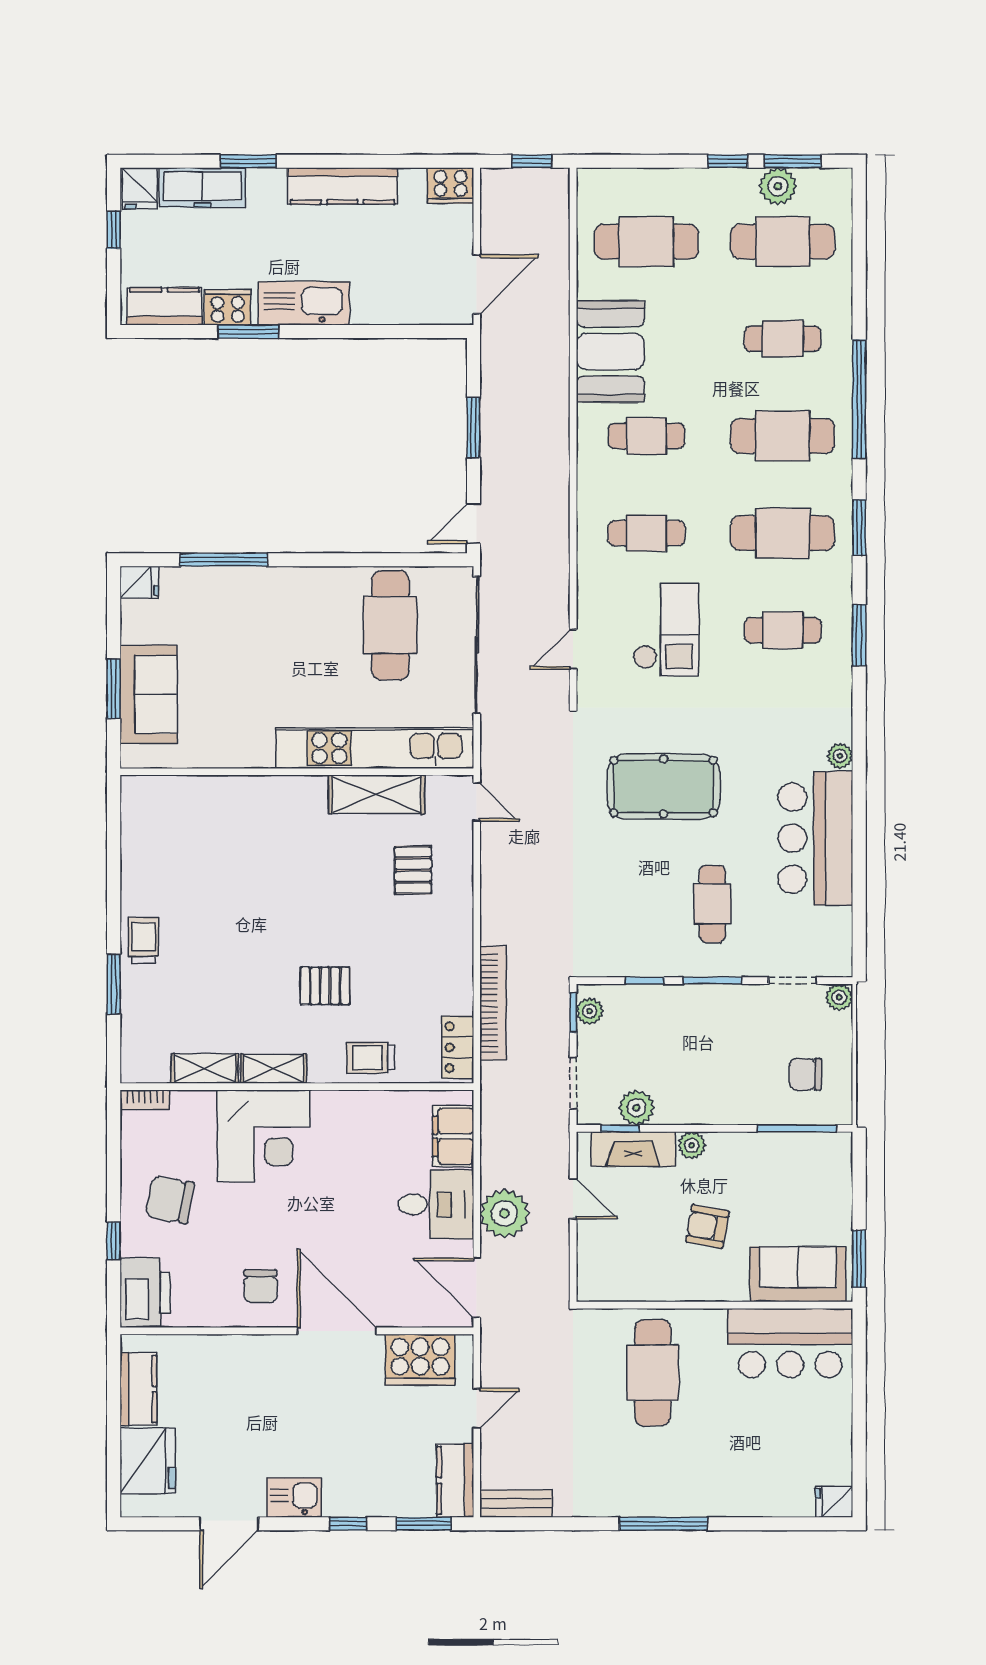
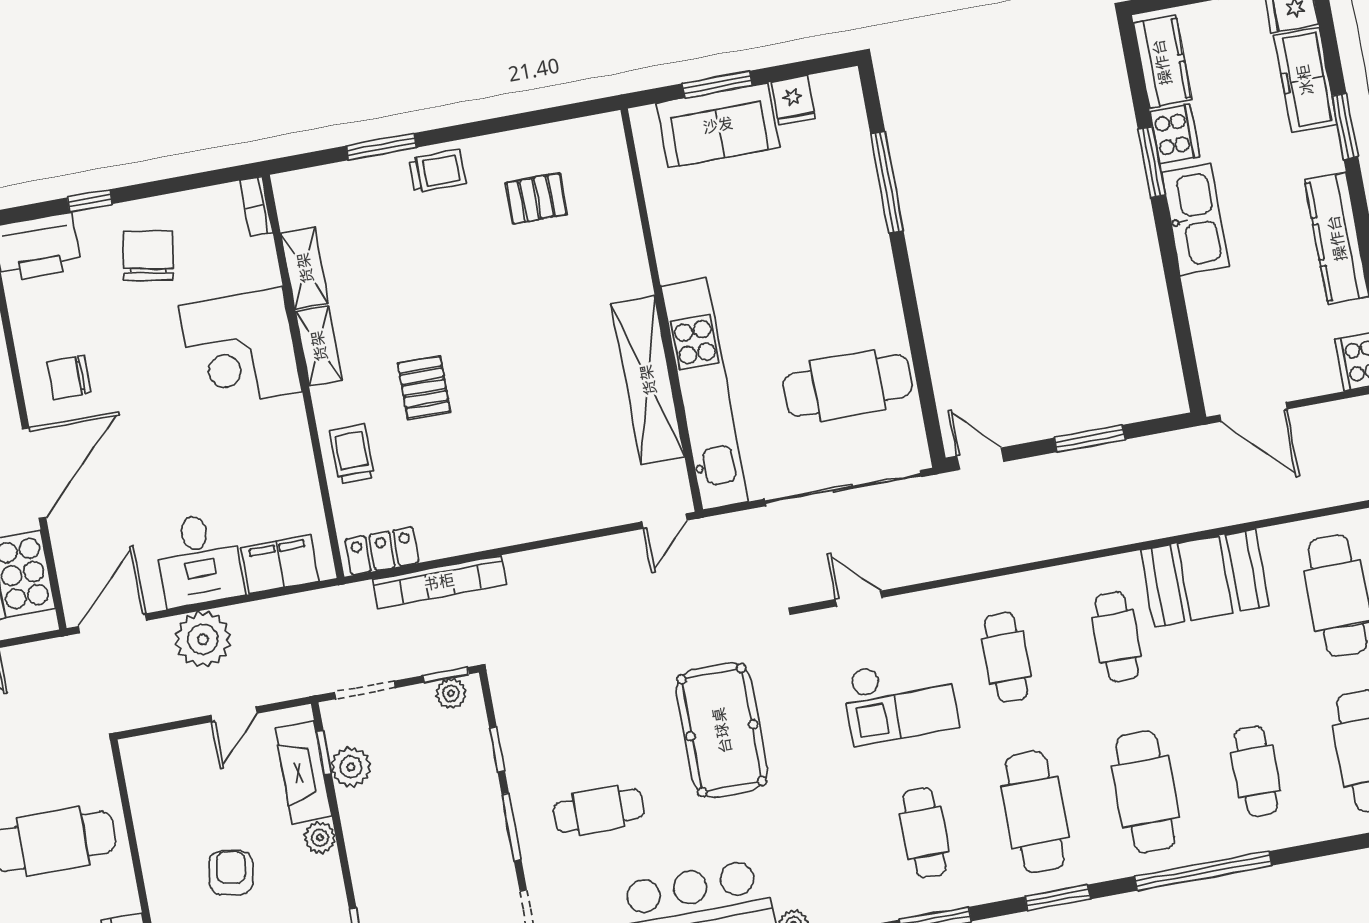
fridge: (139, 582) -> (793, 100), moved
shelving: (377, 794) -> (648, 380), width x1.47
pallet: (413, 870) -> (536, 199), moved

